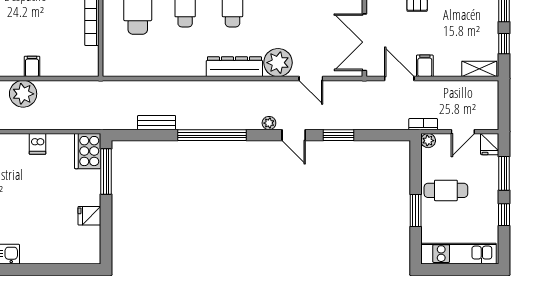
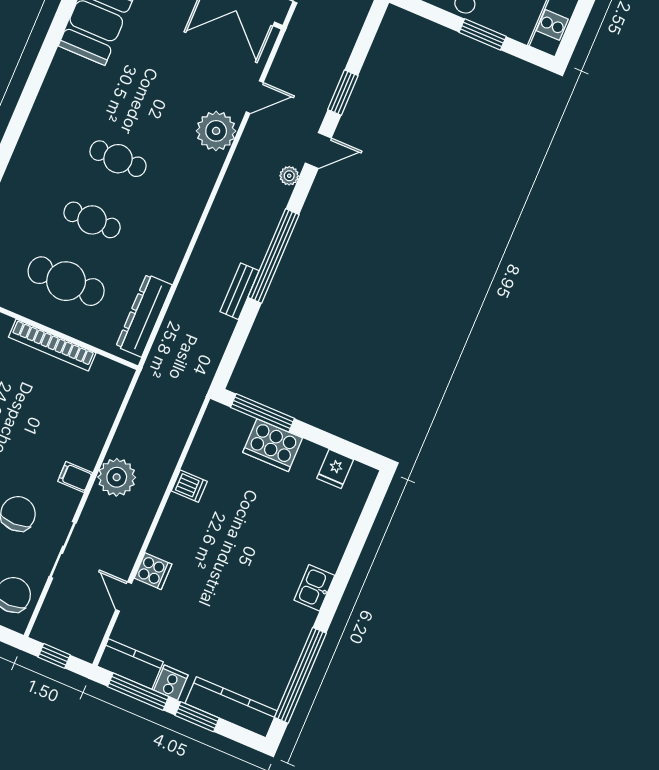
filing cabinet: (32, 66) -> (75, 477), moved
dresser: (234, 67) -> (144, 316), moved
bench: (157, 123) -> (240, 291), moved
cooker: (88, 151) -> (273, 445), moved
fridge: (89, 216) -> (335, 469), moved

